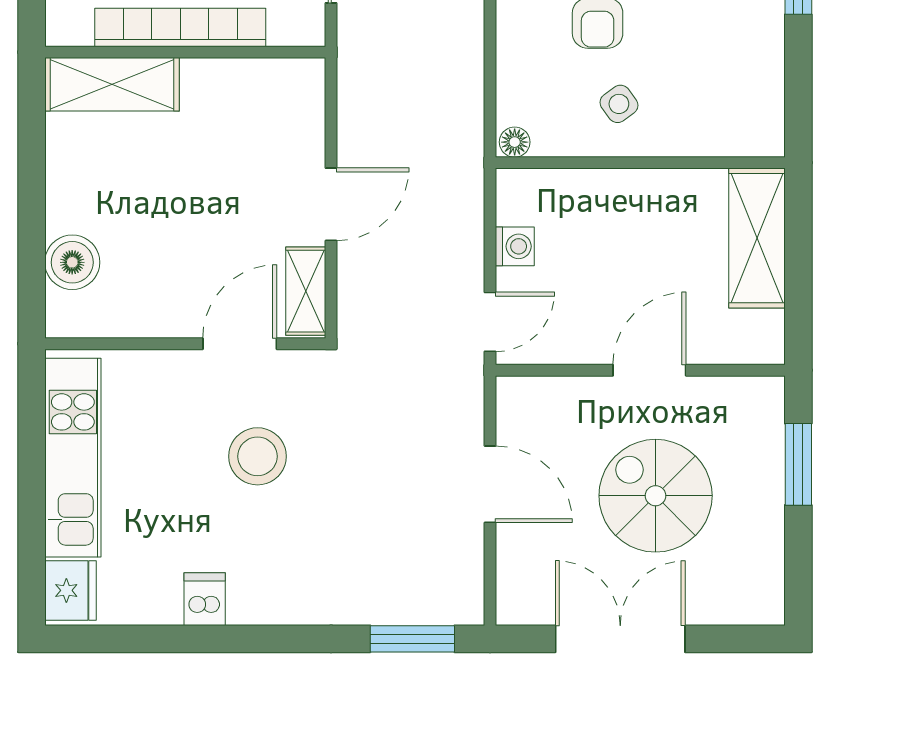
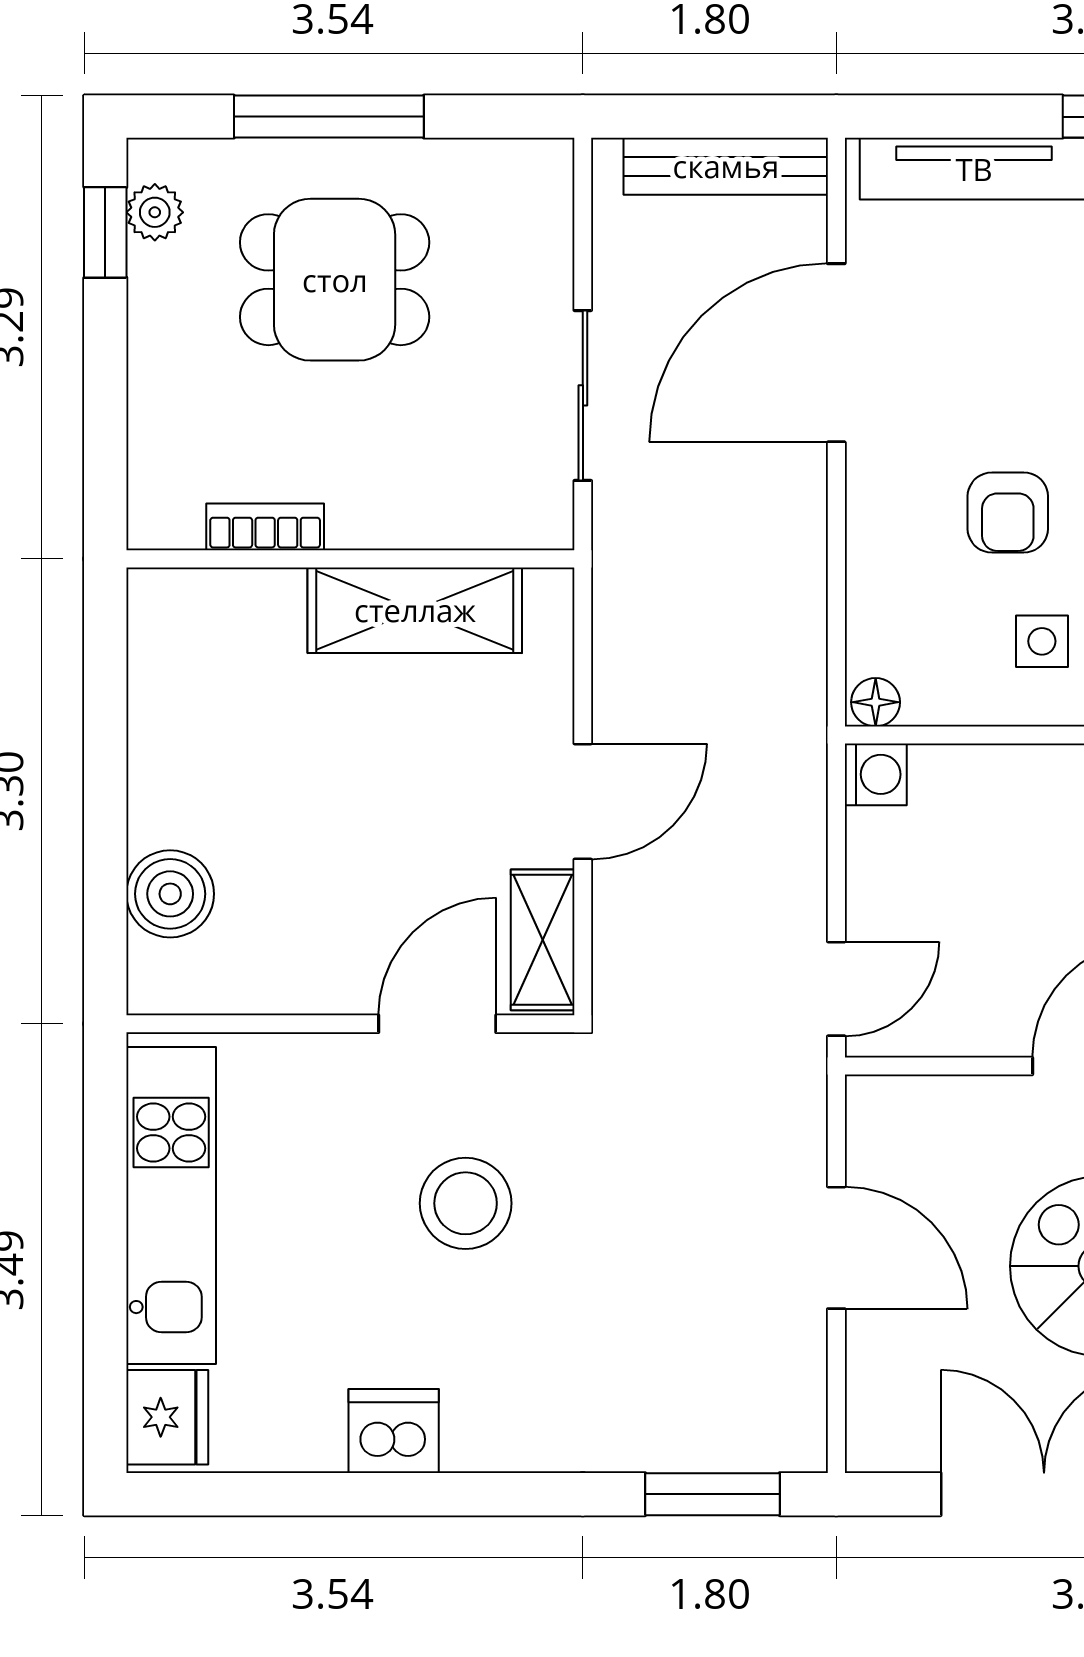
bookcase: (180, 28) -> (265, 527), width x0.43, depth x0.76
shelving: (112, 84) -> (415, 610), moved
side table: (619, 104) -> (1042, 641), turned 36
washing machine: (515, 246) -> (876, 774), moved
dishwasher: (205, 599) -> (394, 1431), width x1.38

